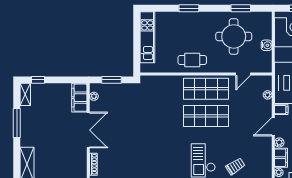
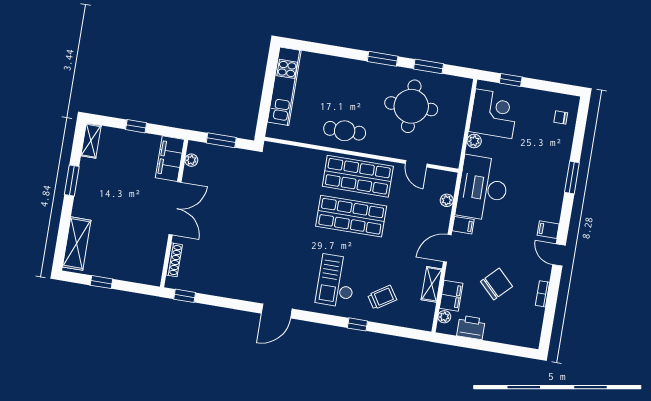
window: (189, 8) -> (383, 59), moved
water cooler: (267, 45) -> (457, 127), removed
door: (243, 74) -> (416, 164), hinge flipped
window: (38, 80) -> (136, 126), moved
window: (17, 123) -> (72, 181), width x0.69
plant: (279, 142) -> (474, 141), moved
shelving: (267, 152) -> (432, 284), added

